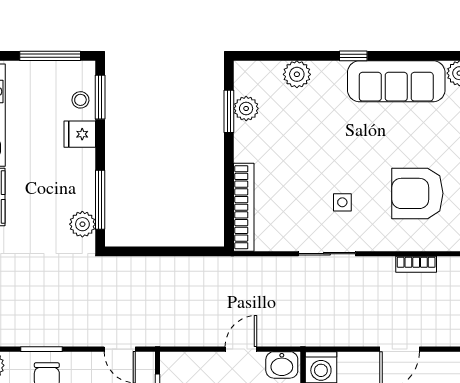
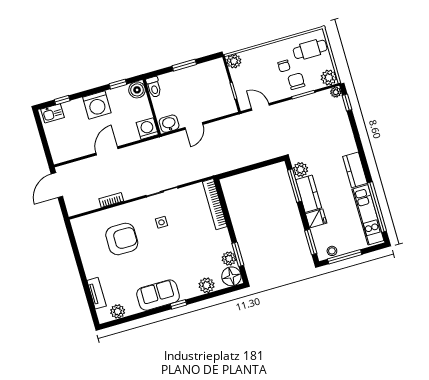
floor lamp: (251, 77) -> (231, 276), added
sofa: (396, 81) -> (158, 295), width x0.73
stool: (80, 100) -> (332, 251), moved
kitchen counter: (80, 179) -> (309, 194), added

